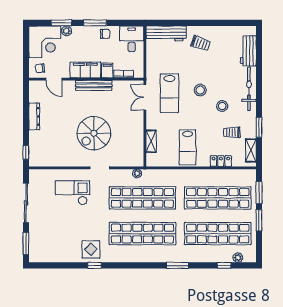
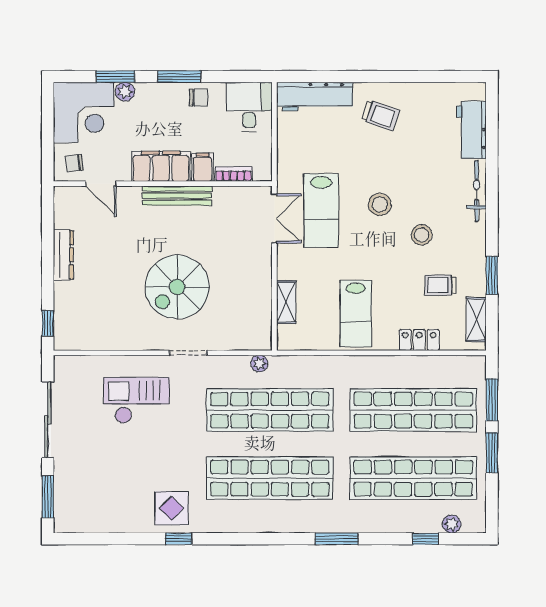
bicycle: (249, 89) -> (477, 191), width x0.73, depth x0.71
double door: (145, 97) -> (274, 218), swing flipped

